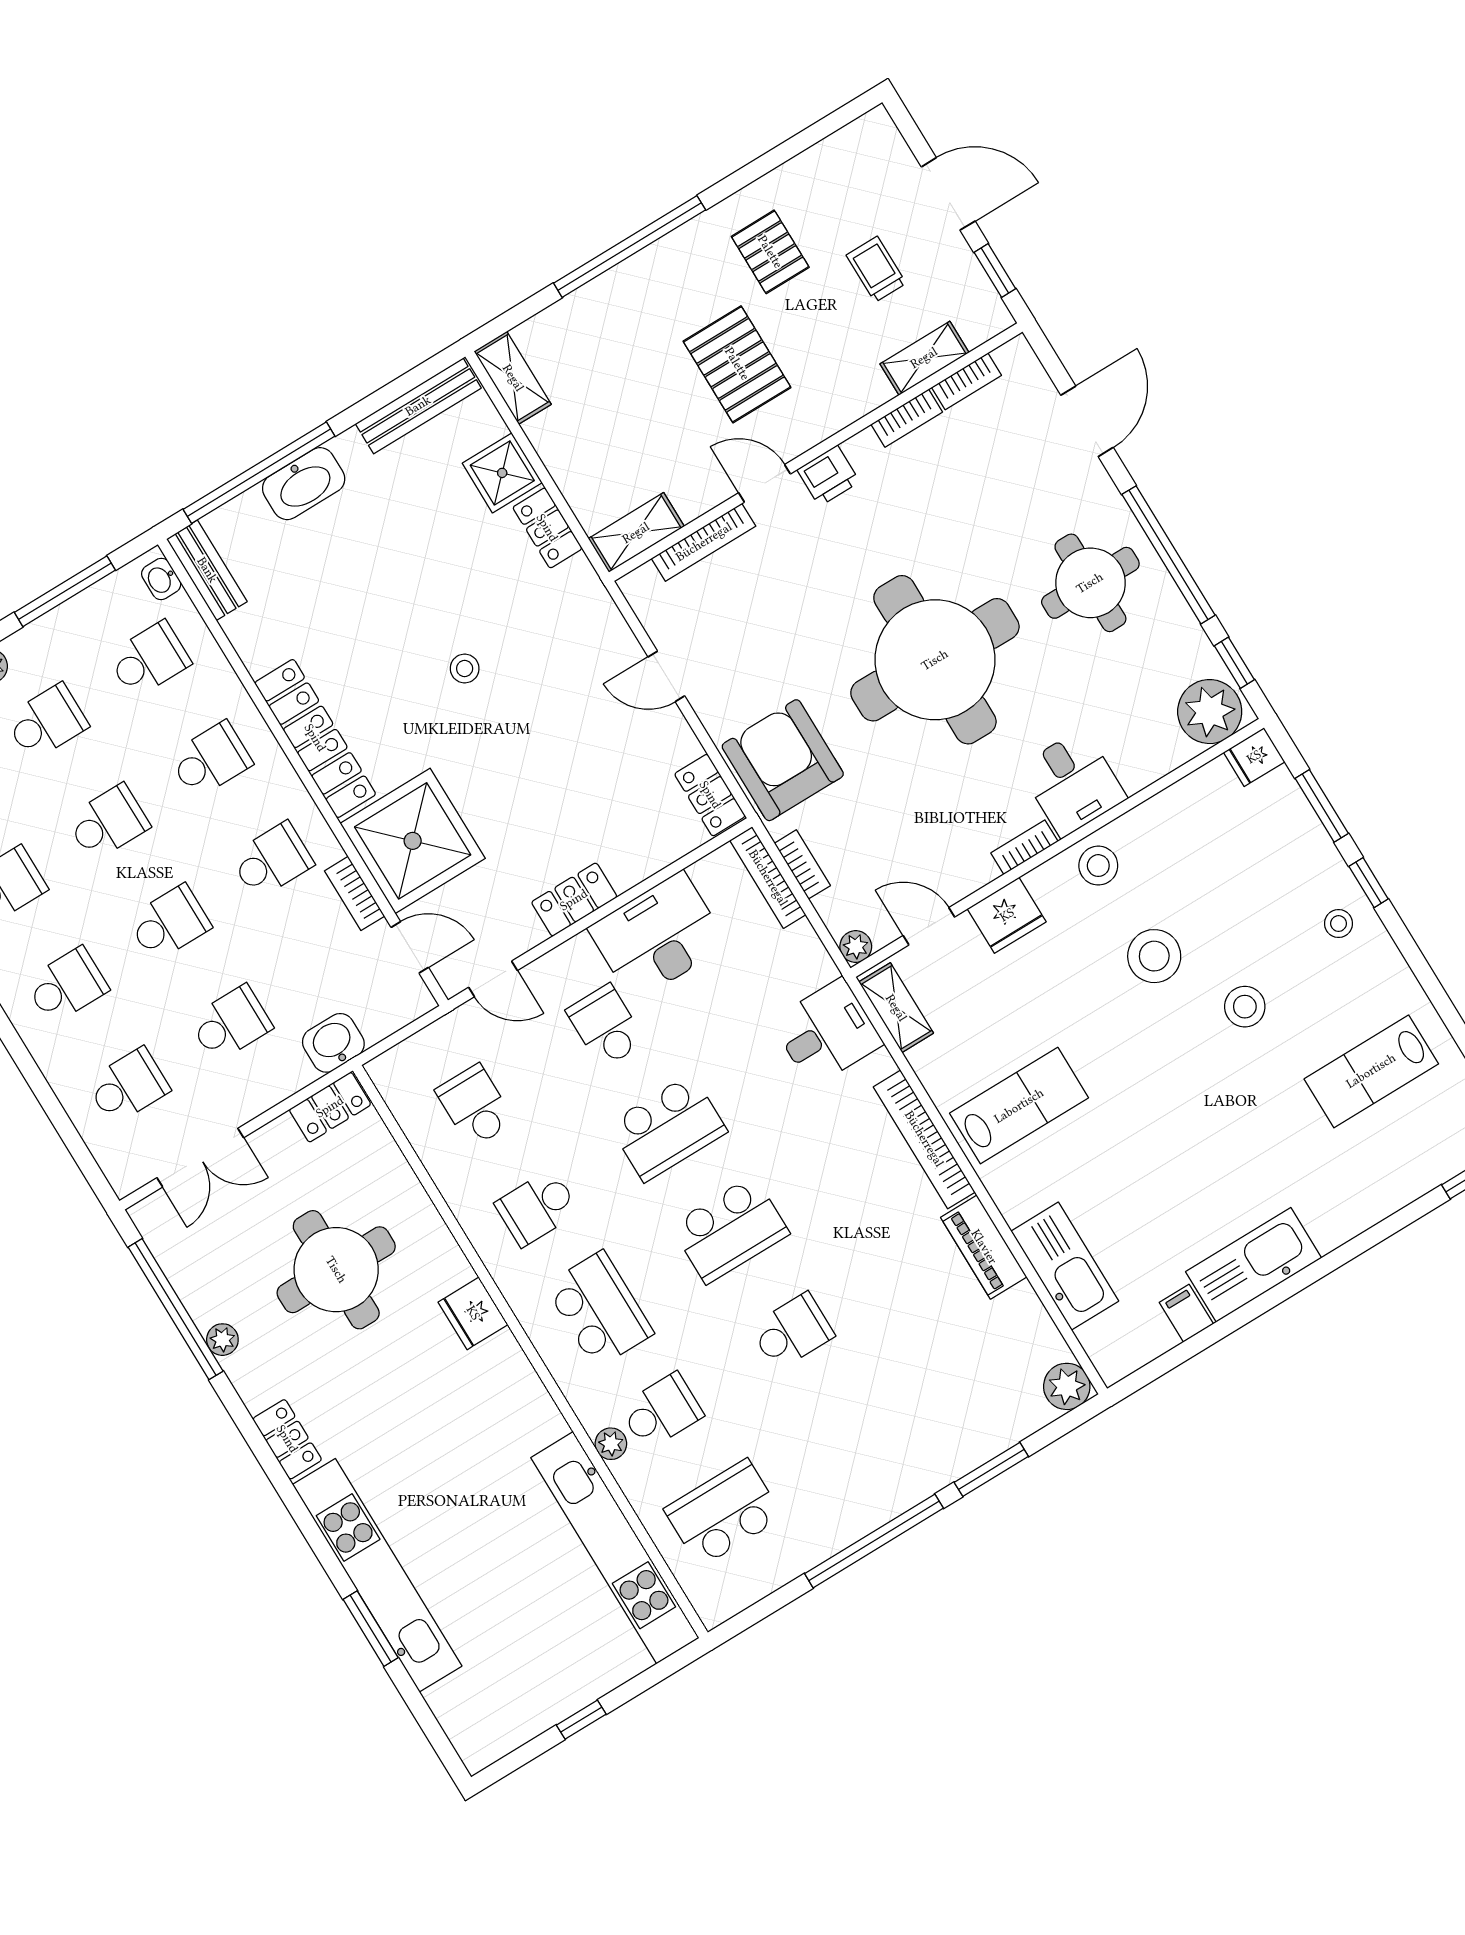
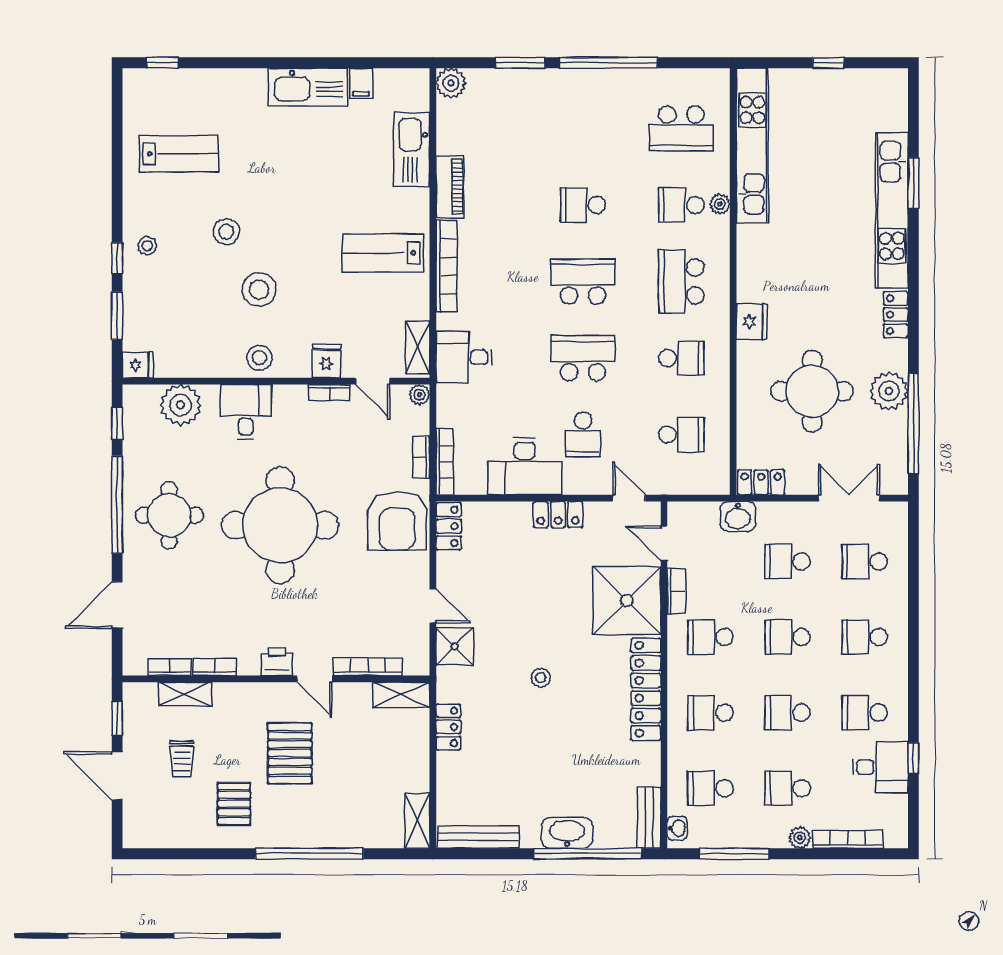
shower: (502, 473) -> (455, 646), moved
plant: (1210, 712) -> (181, 405), moved
bookcase: (1024, 847) -> (329, 393), moved
fridge: (1007, 915) -> (326, 361), width x0.72
school desk: (475, 1106) -> (681, 435), turned -90
plant: (222, 1340) -> (889, 391), width x1.88, depth x1.88

